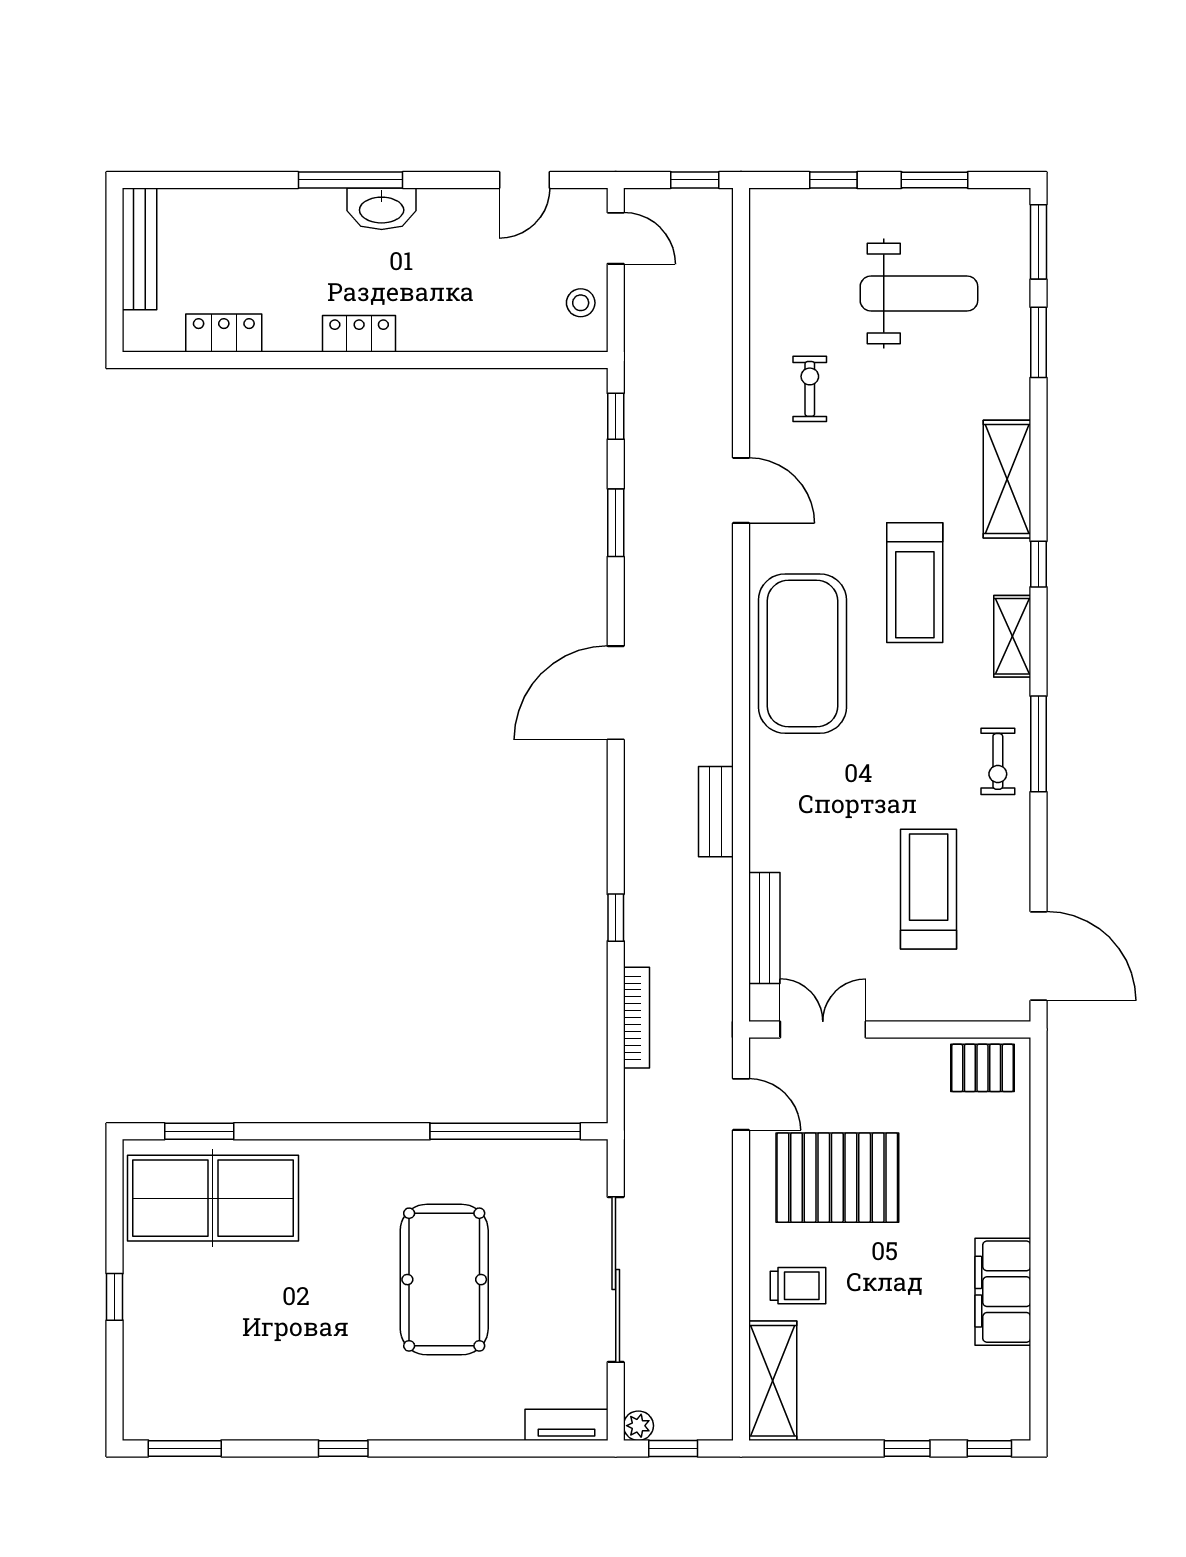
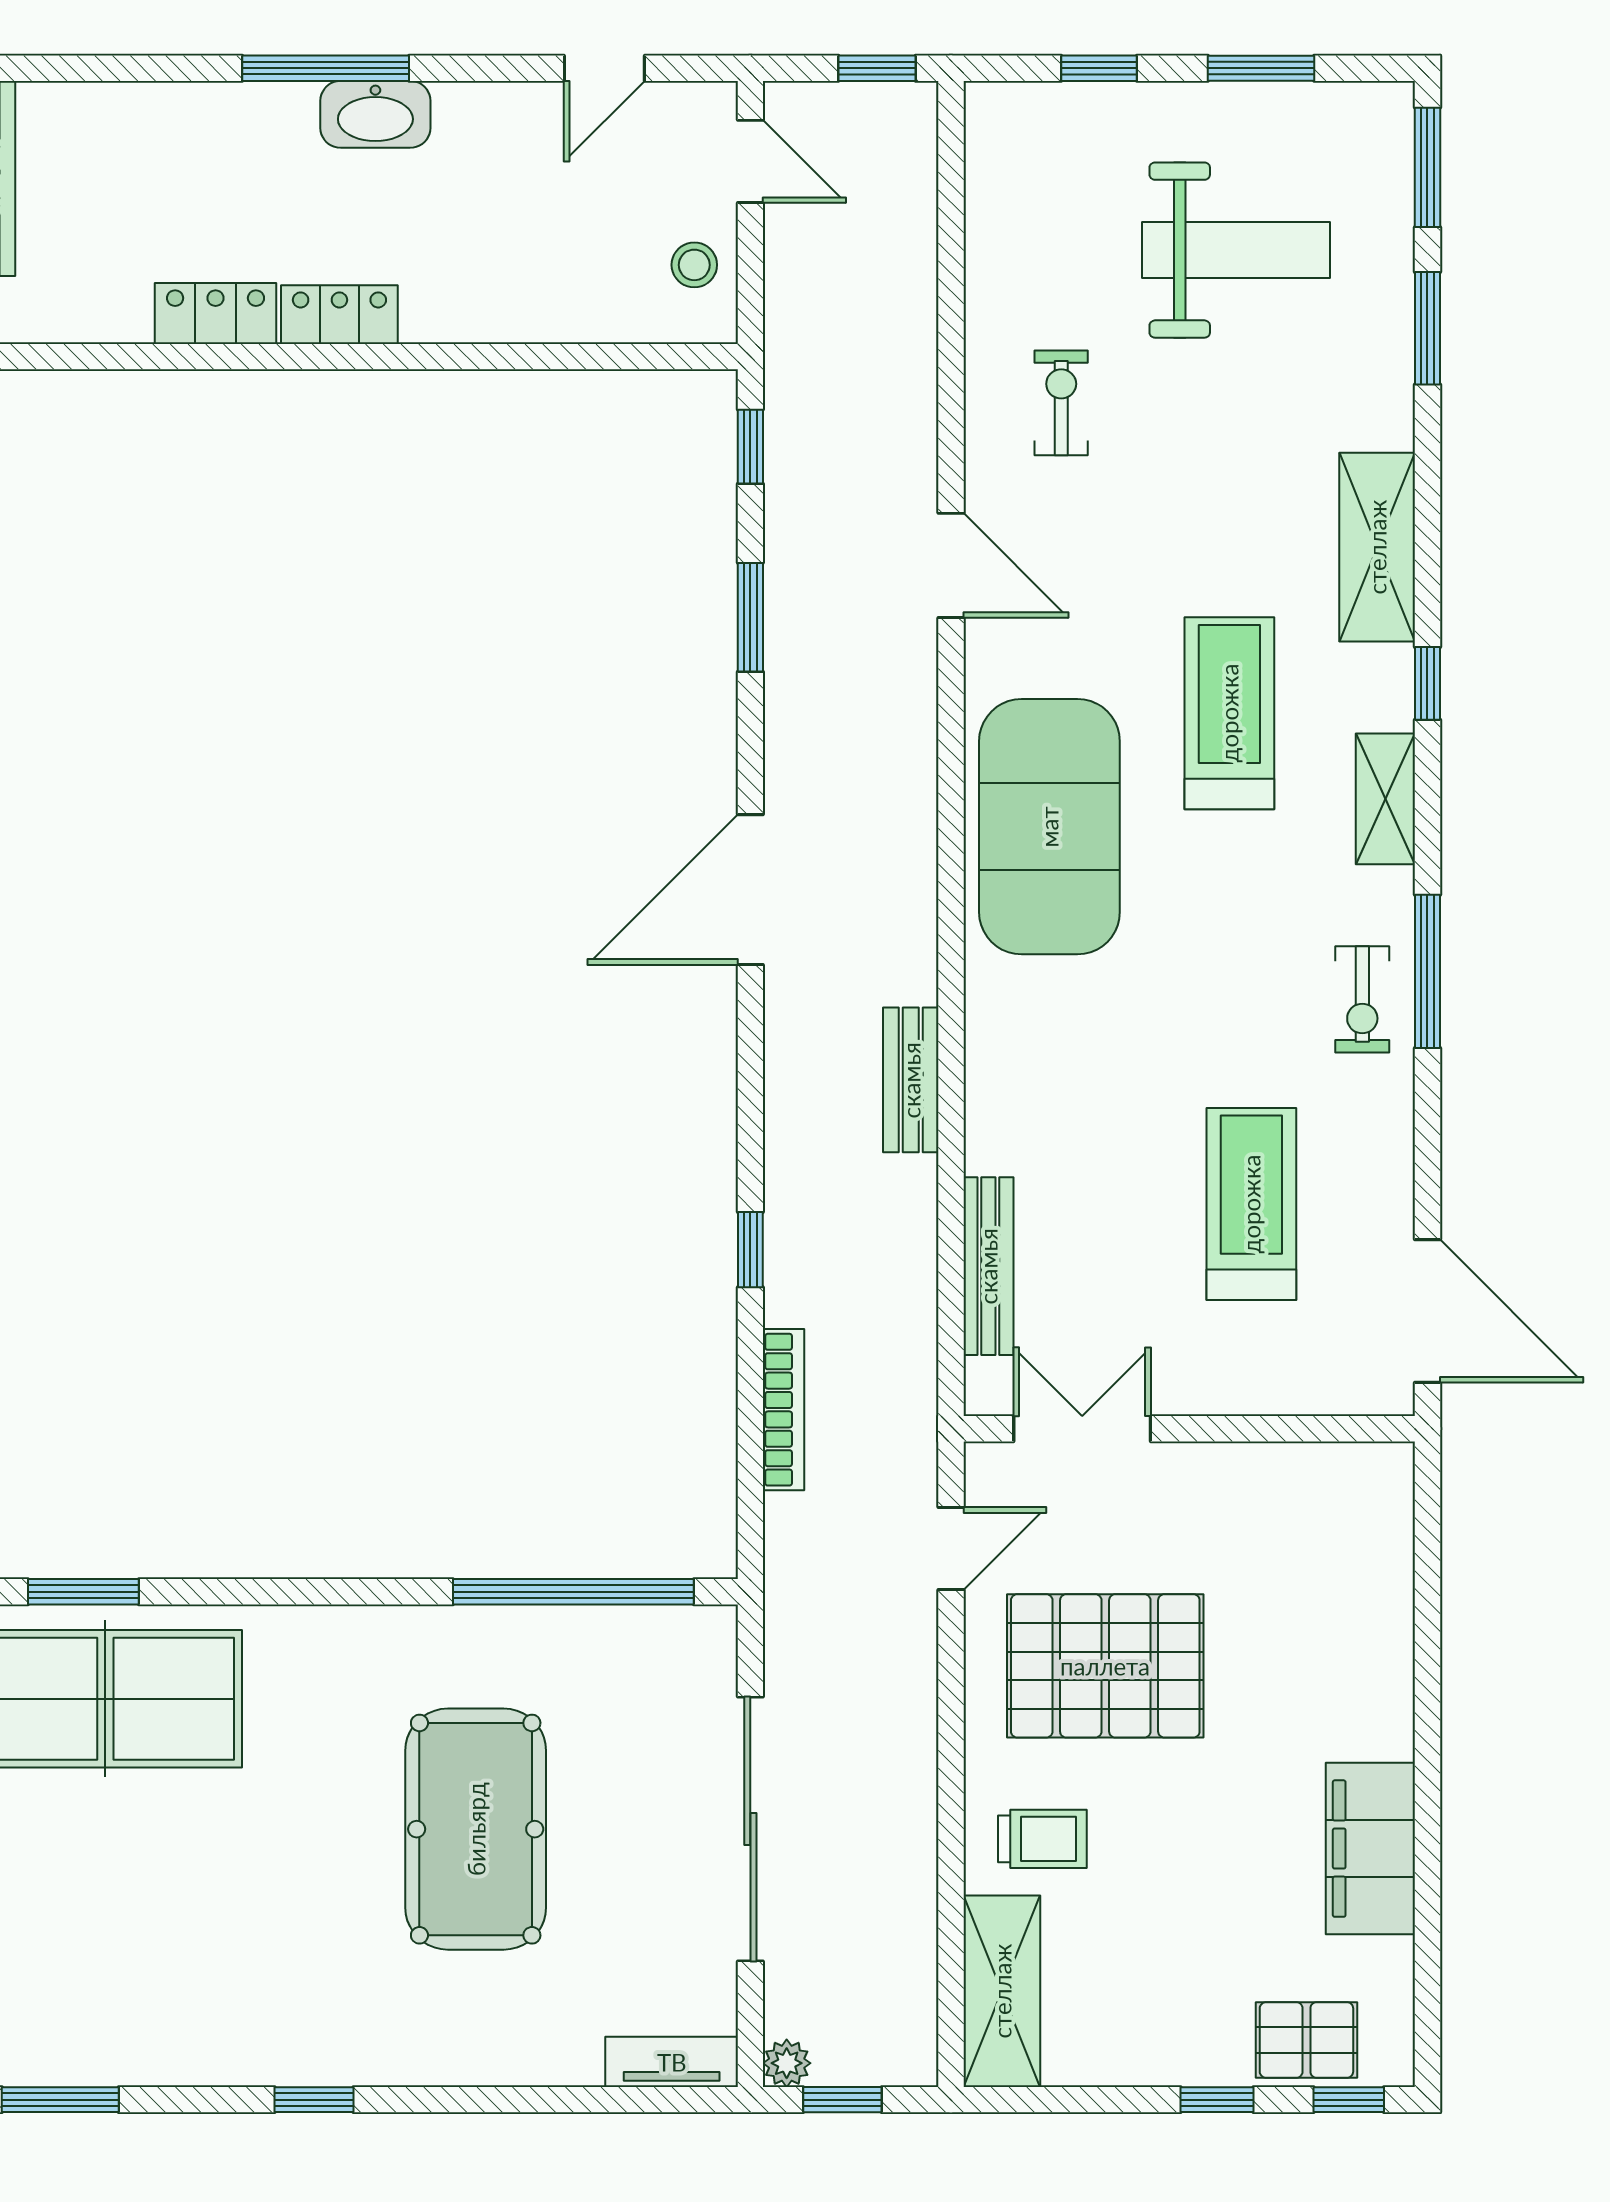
locker: (224, 333) -> (216, 313), moved
treadmill: (915, 583) -> (1229, 713), turned 180
pallet: (982, 1068) -> (1306, 2040), moved
door: (741, 1104) -> (951, 1549), hinge flipped

